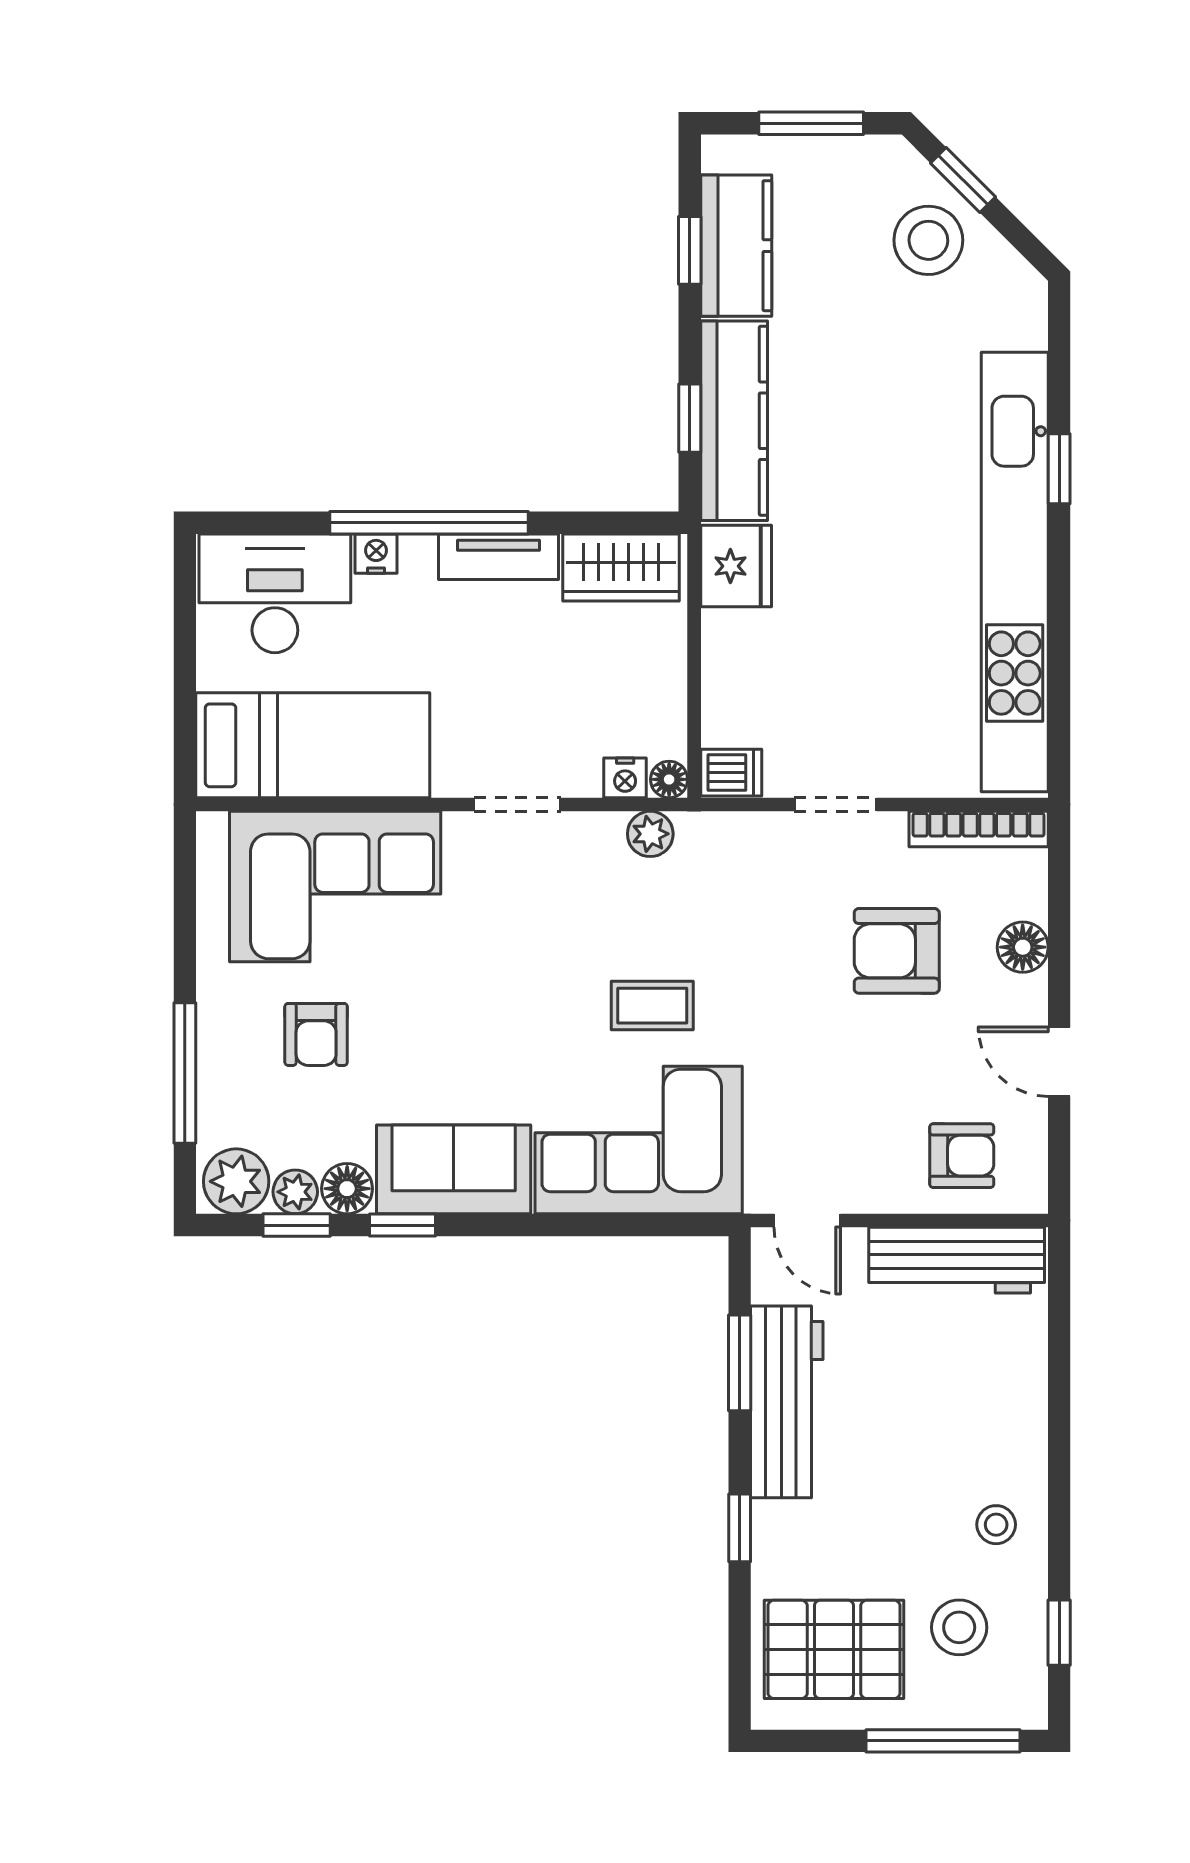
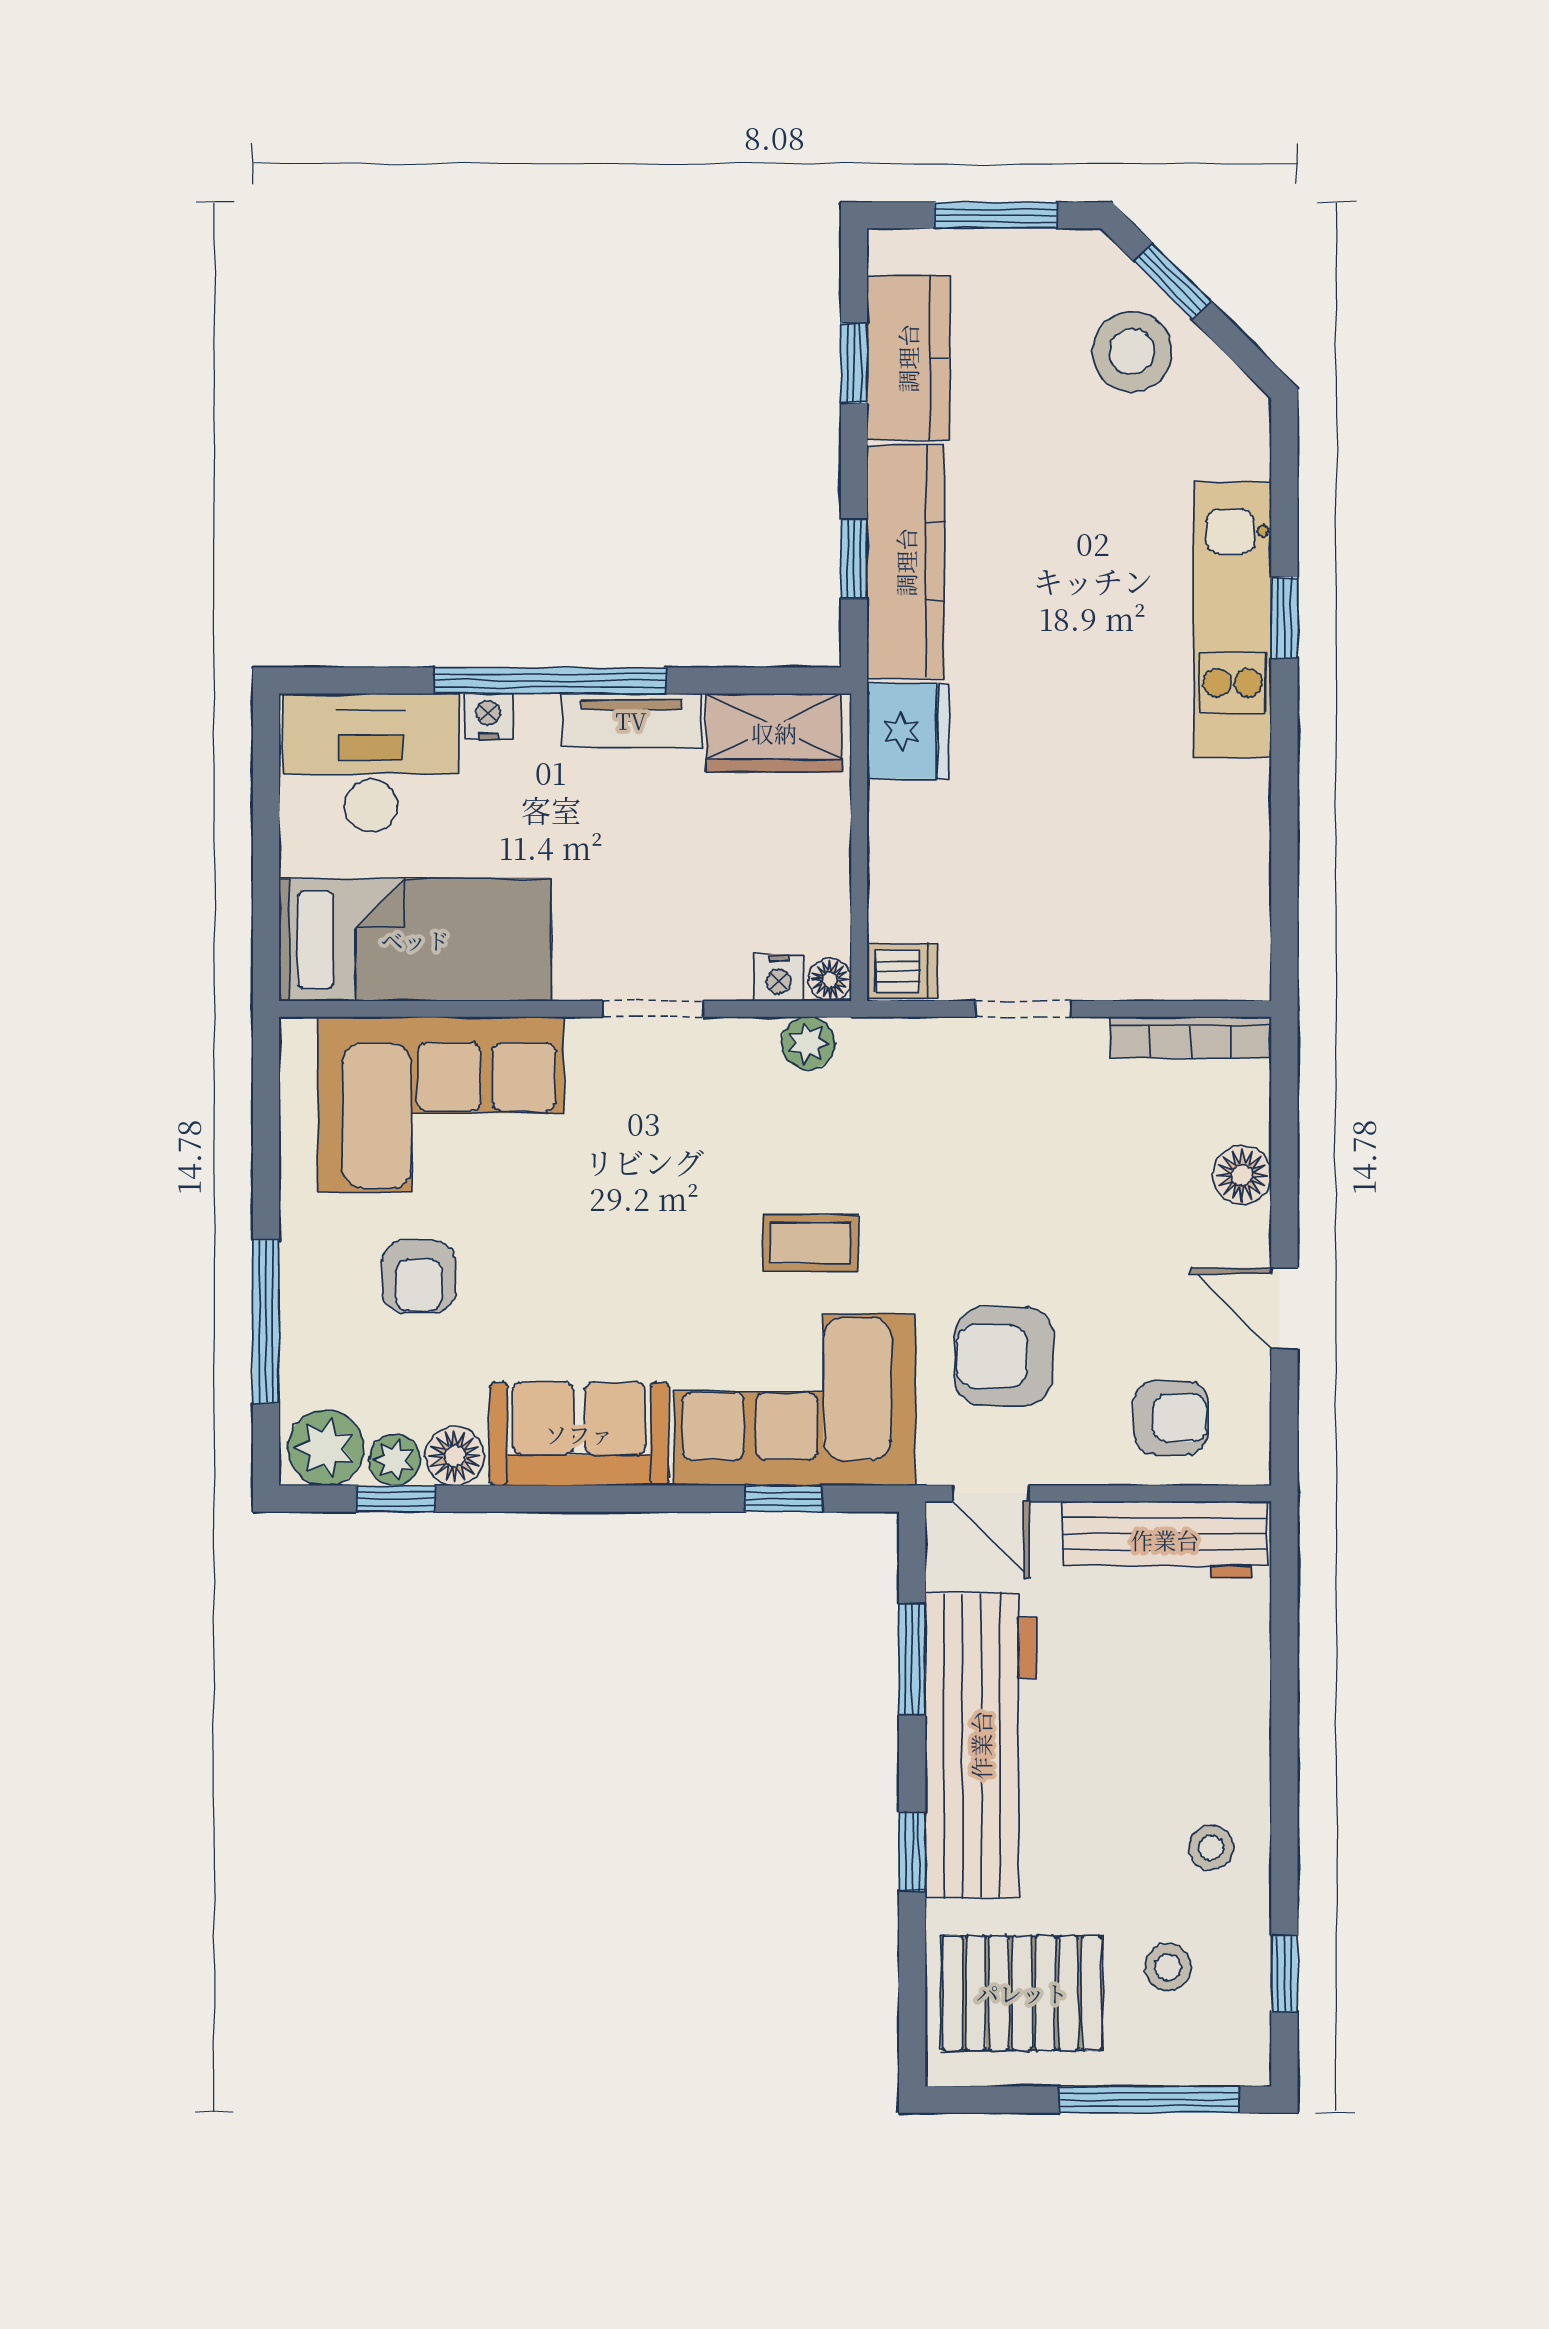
kitchen unit: (1015, 572) -> (1233, 619), width x0.54
armchair: (897, 951) -> (1004, 1356), moved
window: (403, 1225) -> (783, 1499), moved
workbench: (787, 1402) -> (981, 1745), width x1.36, depth x1.32
stool: (959, 1627) -> (1168, 1967), width x0.73, depth x0.73

